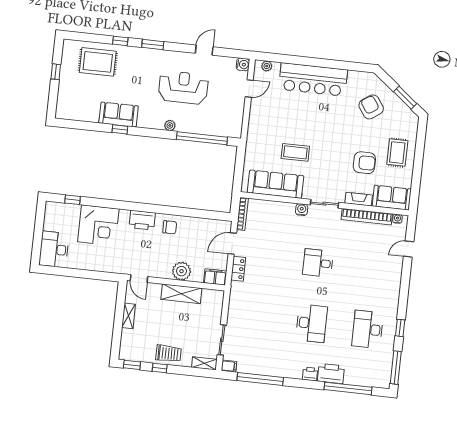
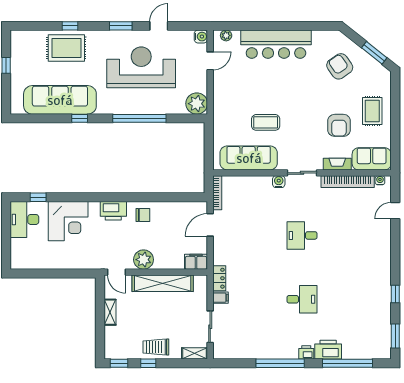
window: (153, 44) -> (121, 26), moved
rug: (98, 62) -> (66, 48), moved
reception desk: (183, 88) -> (141, 67), width x1.36, depth x1.30
sofa: (119, 115) -> (60, 100), width x1.85, depth x1.27
plant: (170, 125) -> (197, 104), moved, width x1.87, depth x1.87
window: (202, 138) -> (139, 118), moved
armchair: (364, 163) -> (339, 125), turned 90
desk: (54, 249) -> (24, 219), moved
locker: (238, 269) -> (219, 278), moved
plant: (182, 271) -> (144, 260), moved
shelving: (181, 294) -> (163, 283), width x1.47
desk: (311, 323) -> (302, 299), width x0.73
desk: (368, 329) -> (361, 299), removed
trolley: (168, 353) -> (156, 347), turned 180
filing cabinet: (229, 366) -> (221, 298), moved
window: (396, 368) -> (395, 336), width x0.69
window: (260, 379) -> (280, 363), moved

